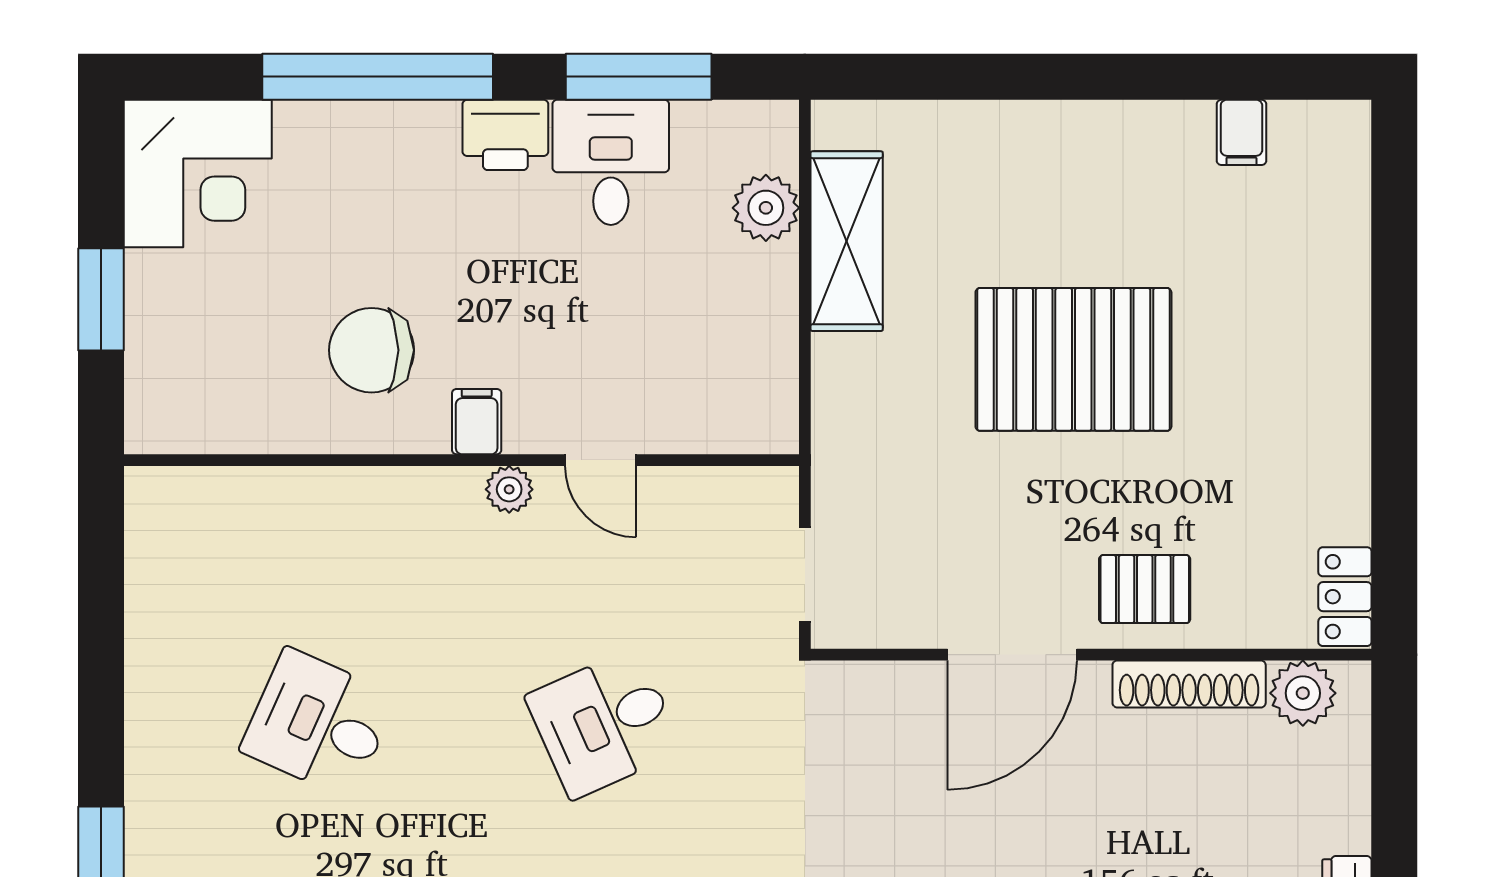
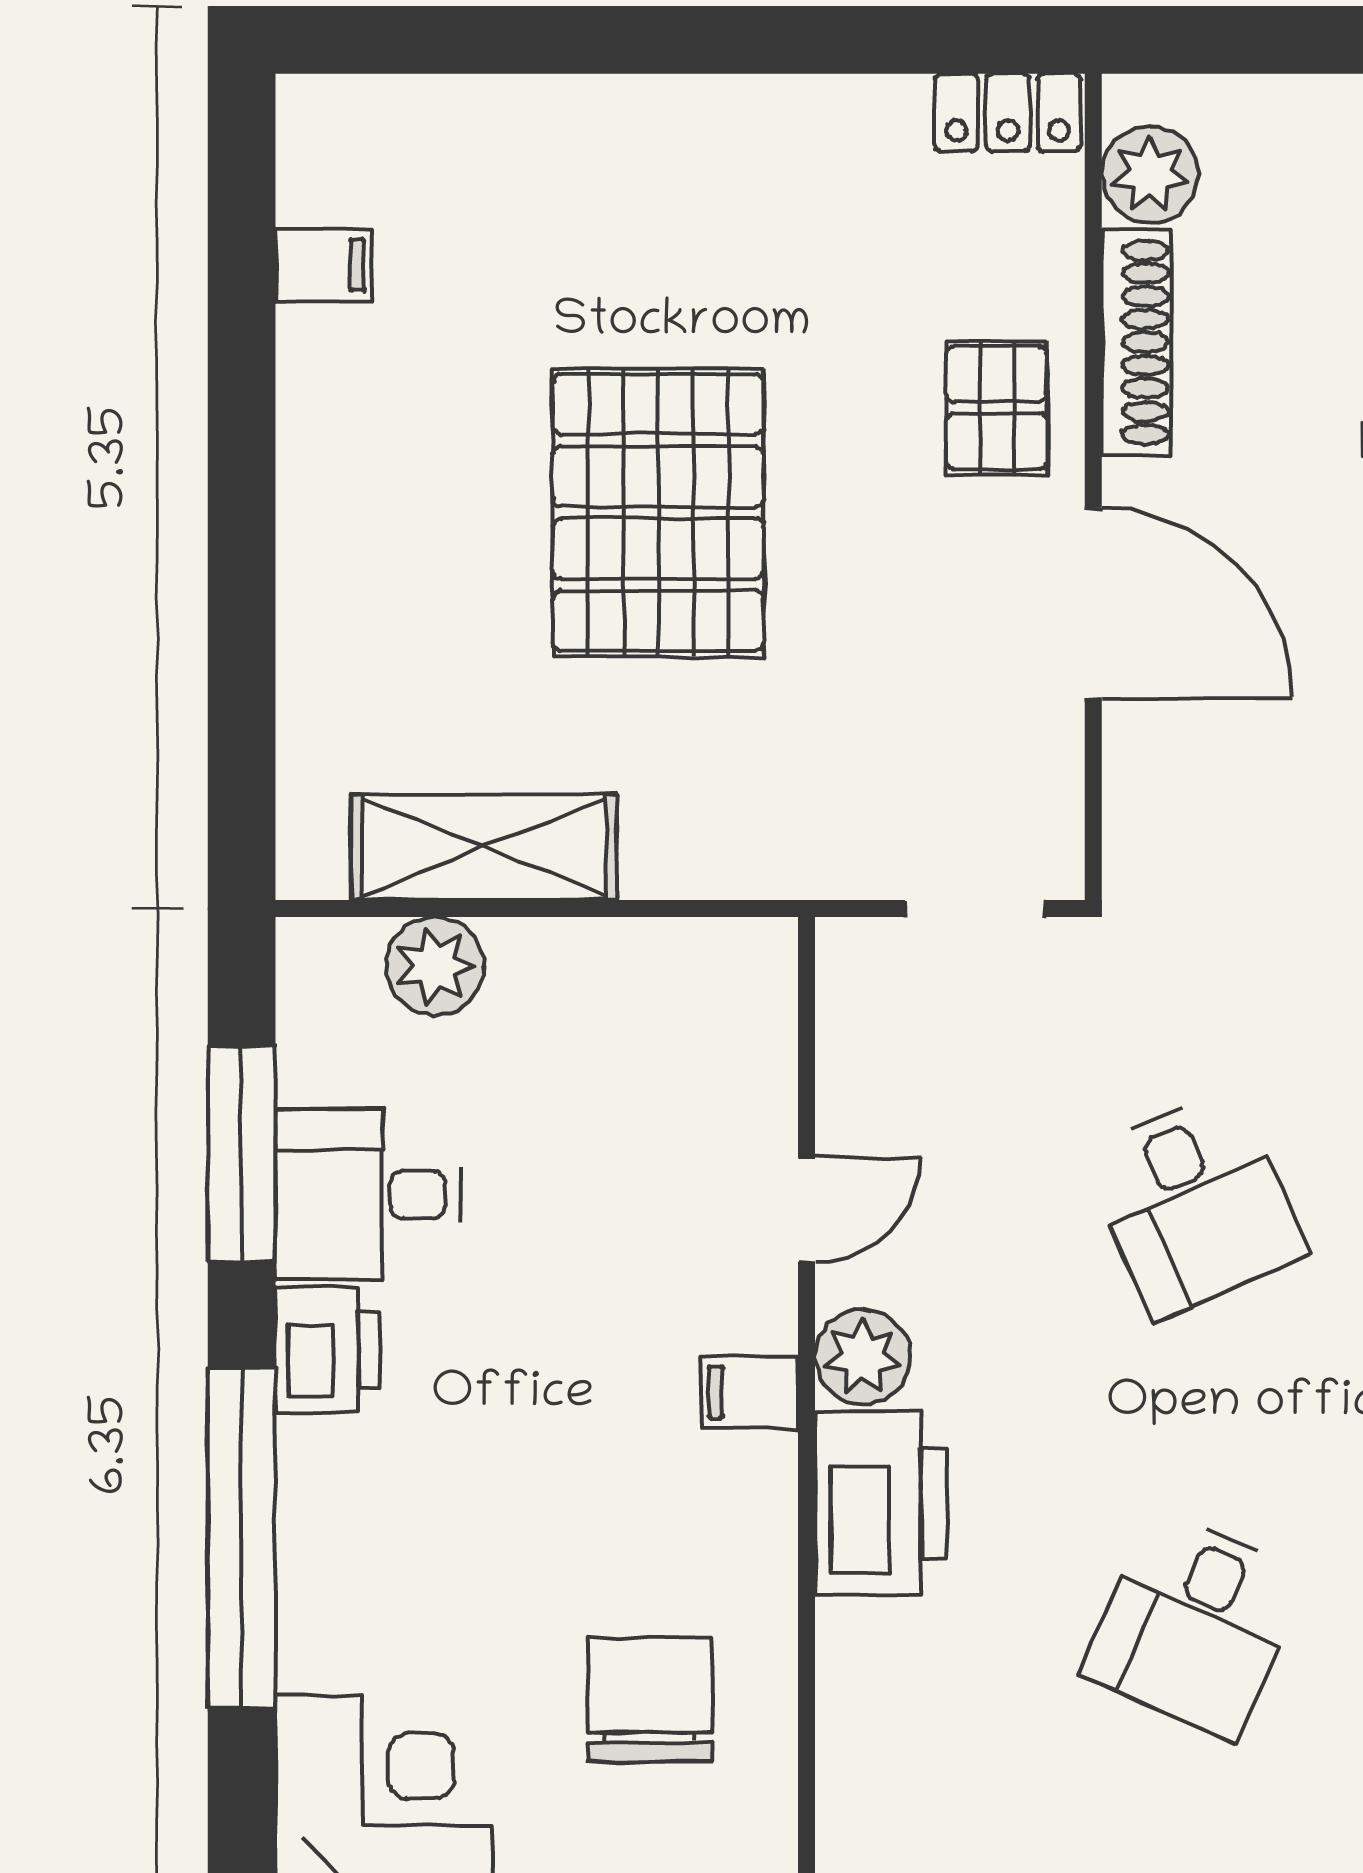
chair: (372, 350) -> (650, 1700), moved, turned 180
plant: (509, 489) -> (863, 1357), width x1.38, depth x1.38
printer: (401, 511) -> (881, 1504), added

